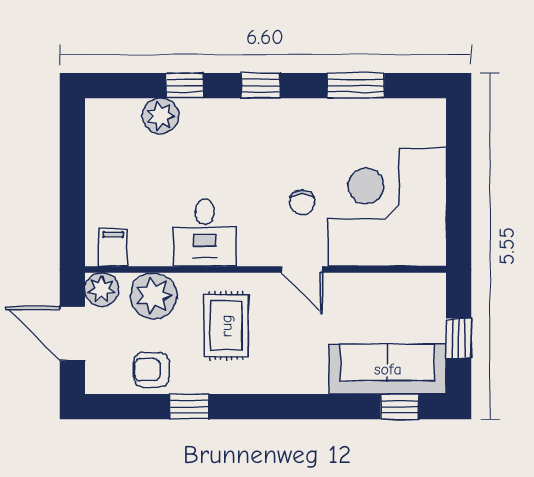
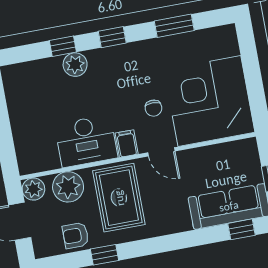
plant: (161, 116) -> (75, 65), moved
desk: (205, 233) -> (86, 141), width x1.37
filing cabinet: (113, 247) -> (127, 144), moved
rug: (226, 326) -> (119, 198), width x1.36, depth x1.43

